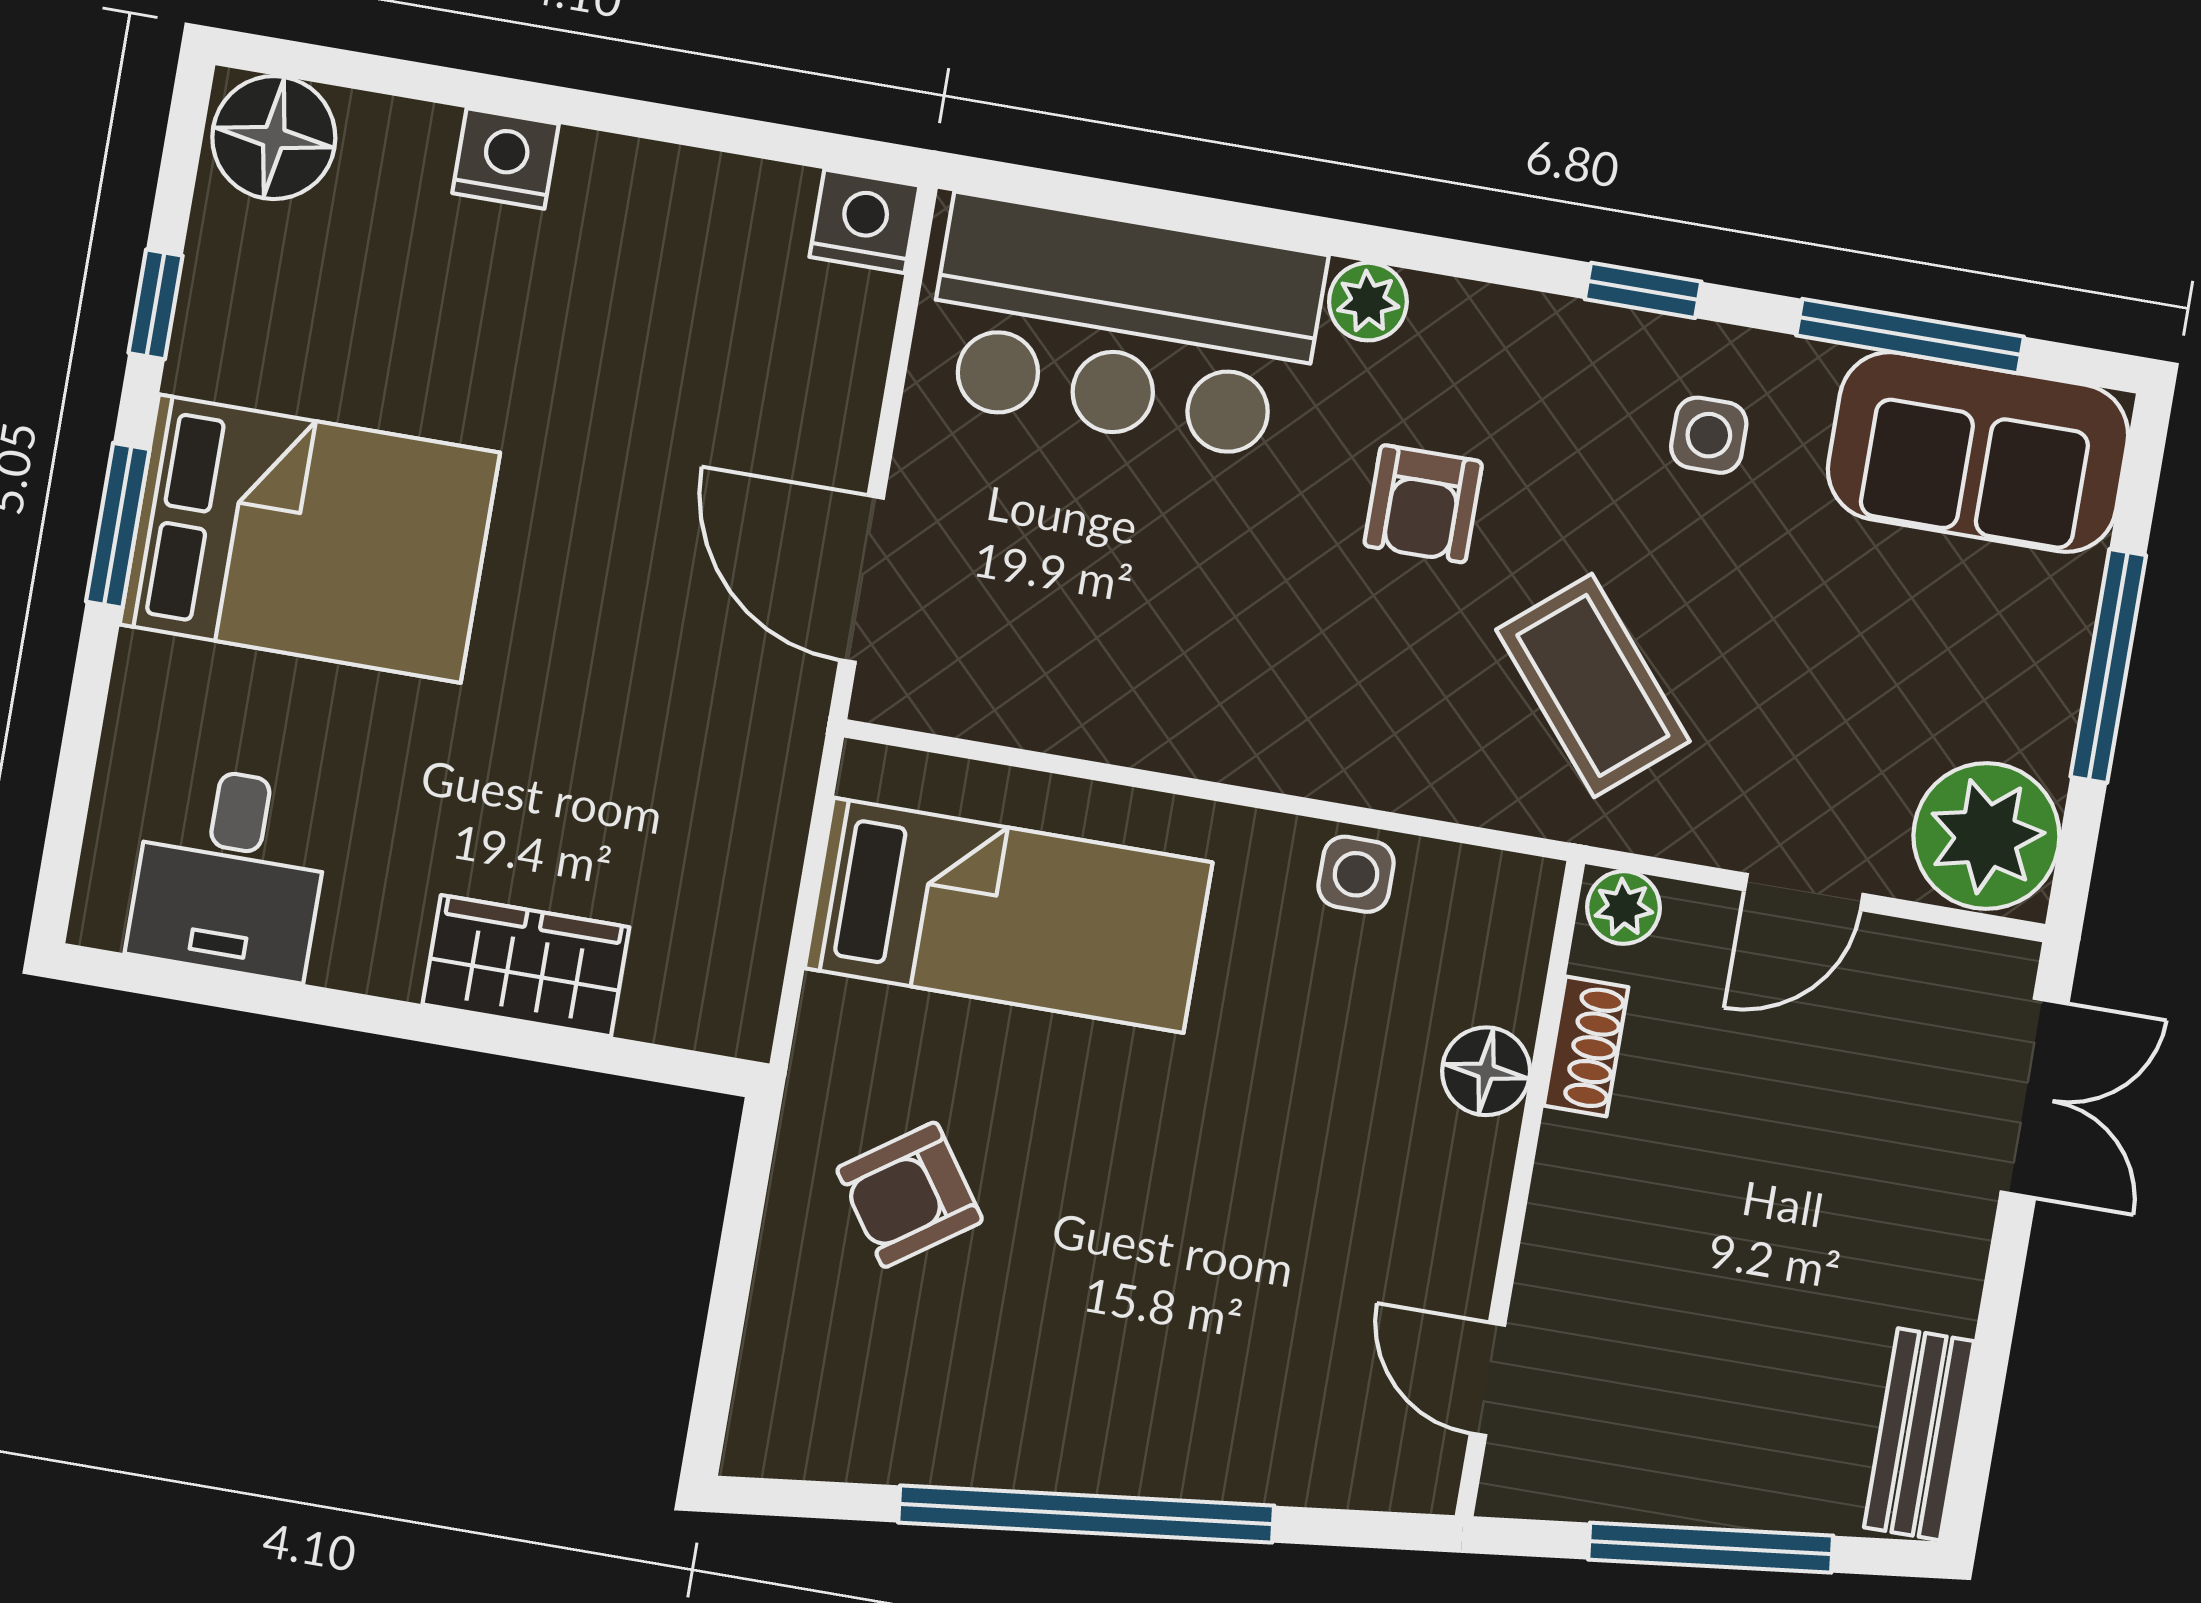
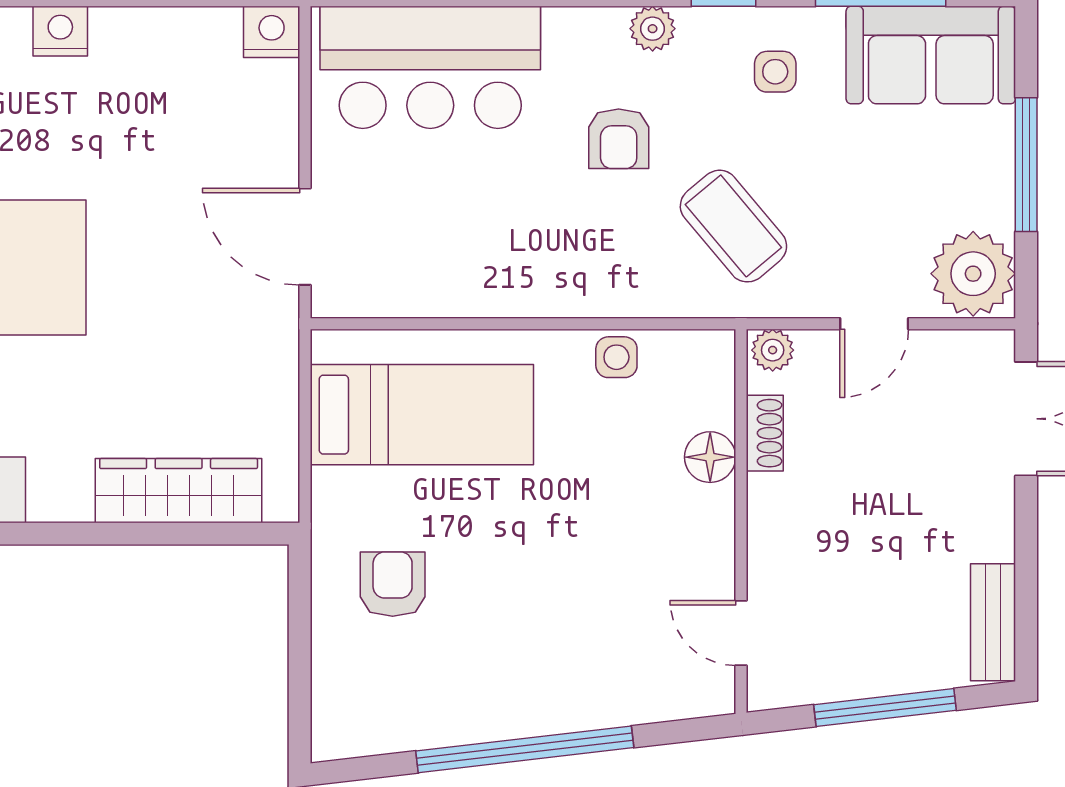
plant: (1368, 302) -> (653, 29), moved
wardrobe: (526, 966) -> (179, 491), width x1.50
armchair: (910, 1195) -> (393, 584), turned 125

